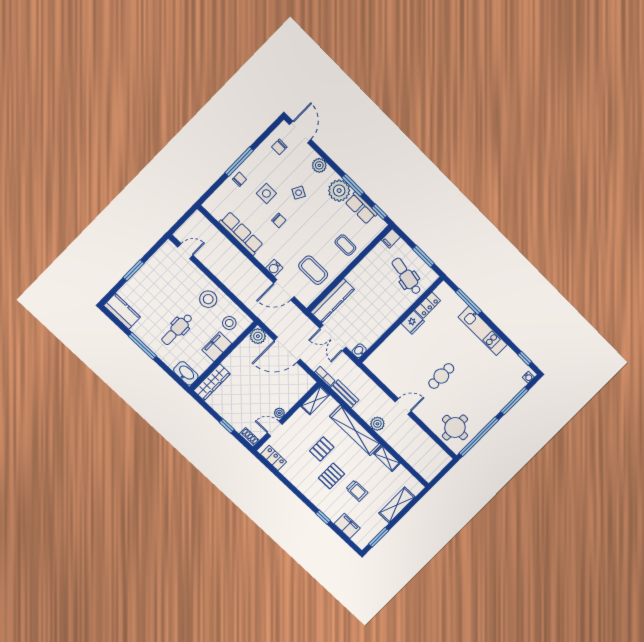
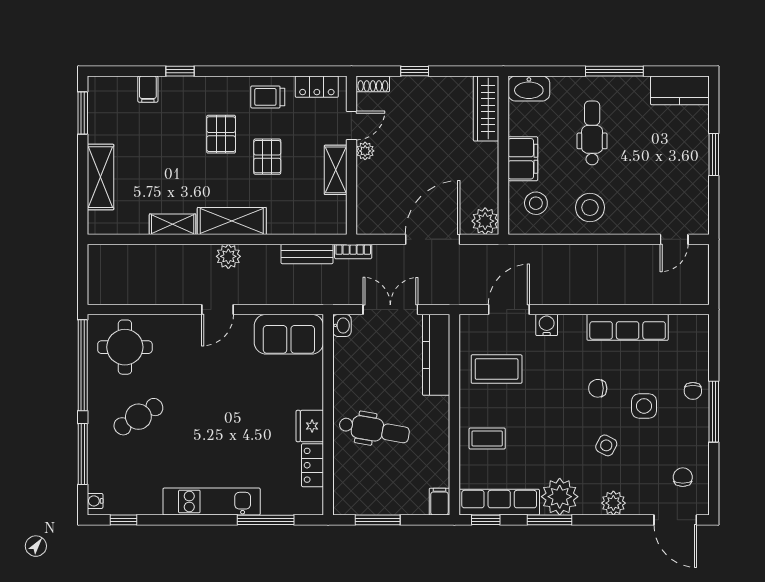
row of seats: (361, 208) -> (499, 502), width x1.48
dental chair: (406, 276) -> (374, 430), moved
sofa: (384, 368) -> (289, 334), added
cafe table: (441, 376) -> (138, 417), moved, turned 59
shelving: (315, 400) -> (336, 170), moved
shelving: (355, 431) -> (232, 221), width x0.68
trolley: (357, 491) -> (268, 97), moved
filing cabinet: (347, 526) -> (148, 89), width x0.50

